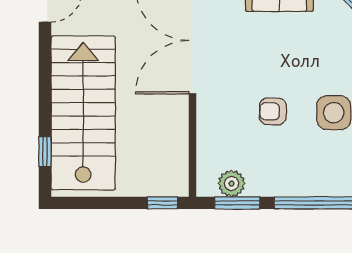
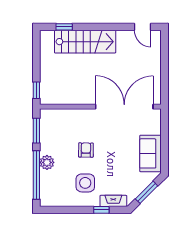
stairs: (83, 113) -> (85, 42), width x0.73, depth x0.66
plant: (232, 183) -> (47, 162), moved

